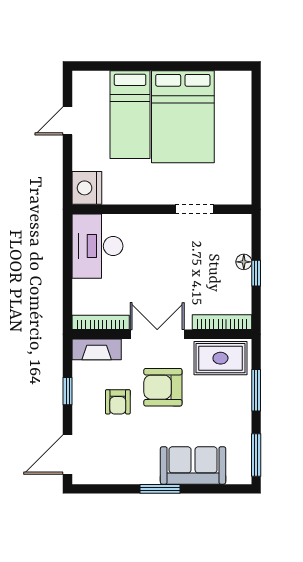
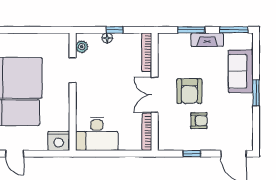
plant: (230, 223) -> (82, 47), added
fireplace: (97, 349) -> (207, 40), moved, turned 90
rug: (220, 358) -> (170, 53), removed

